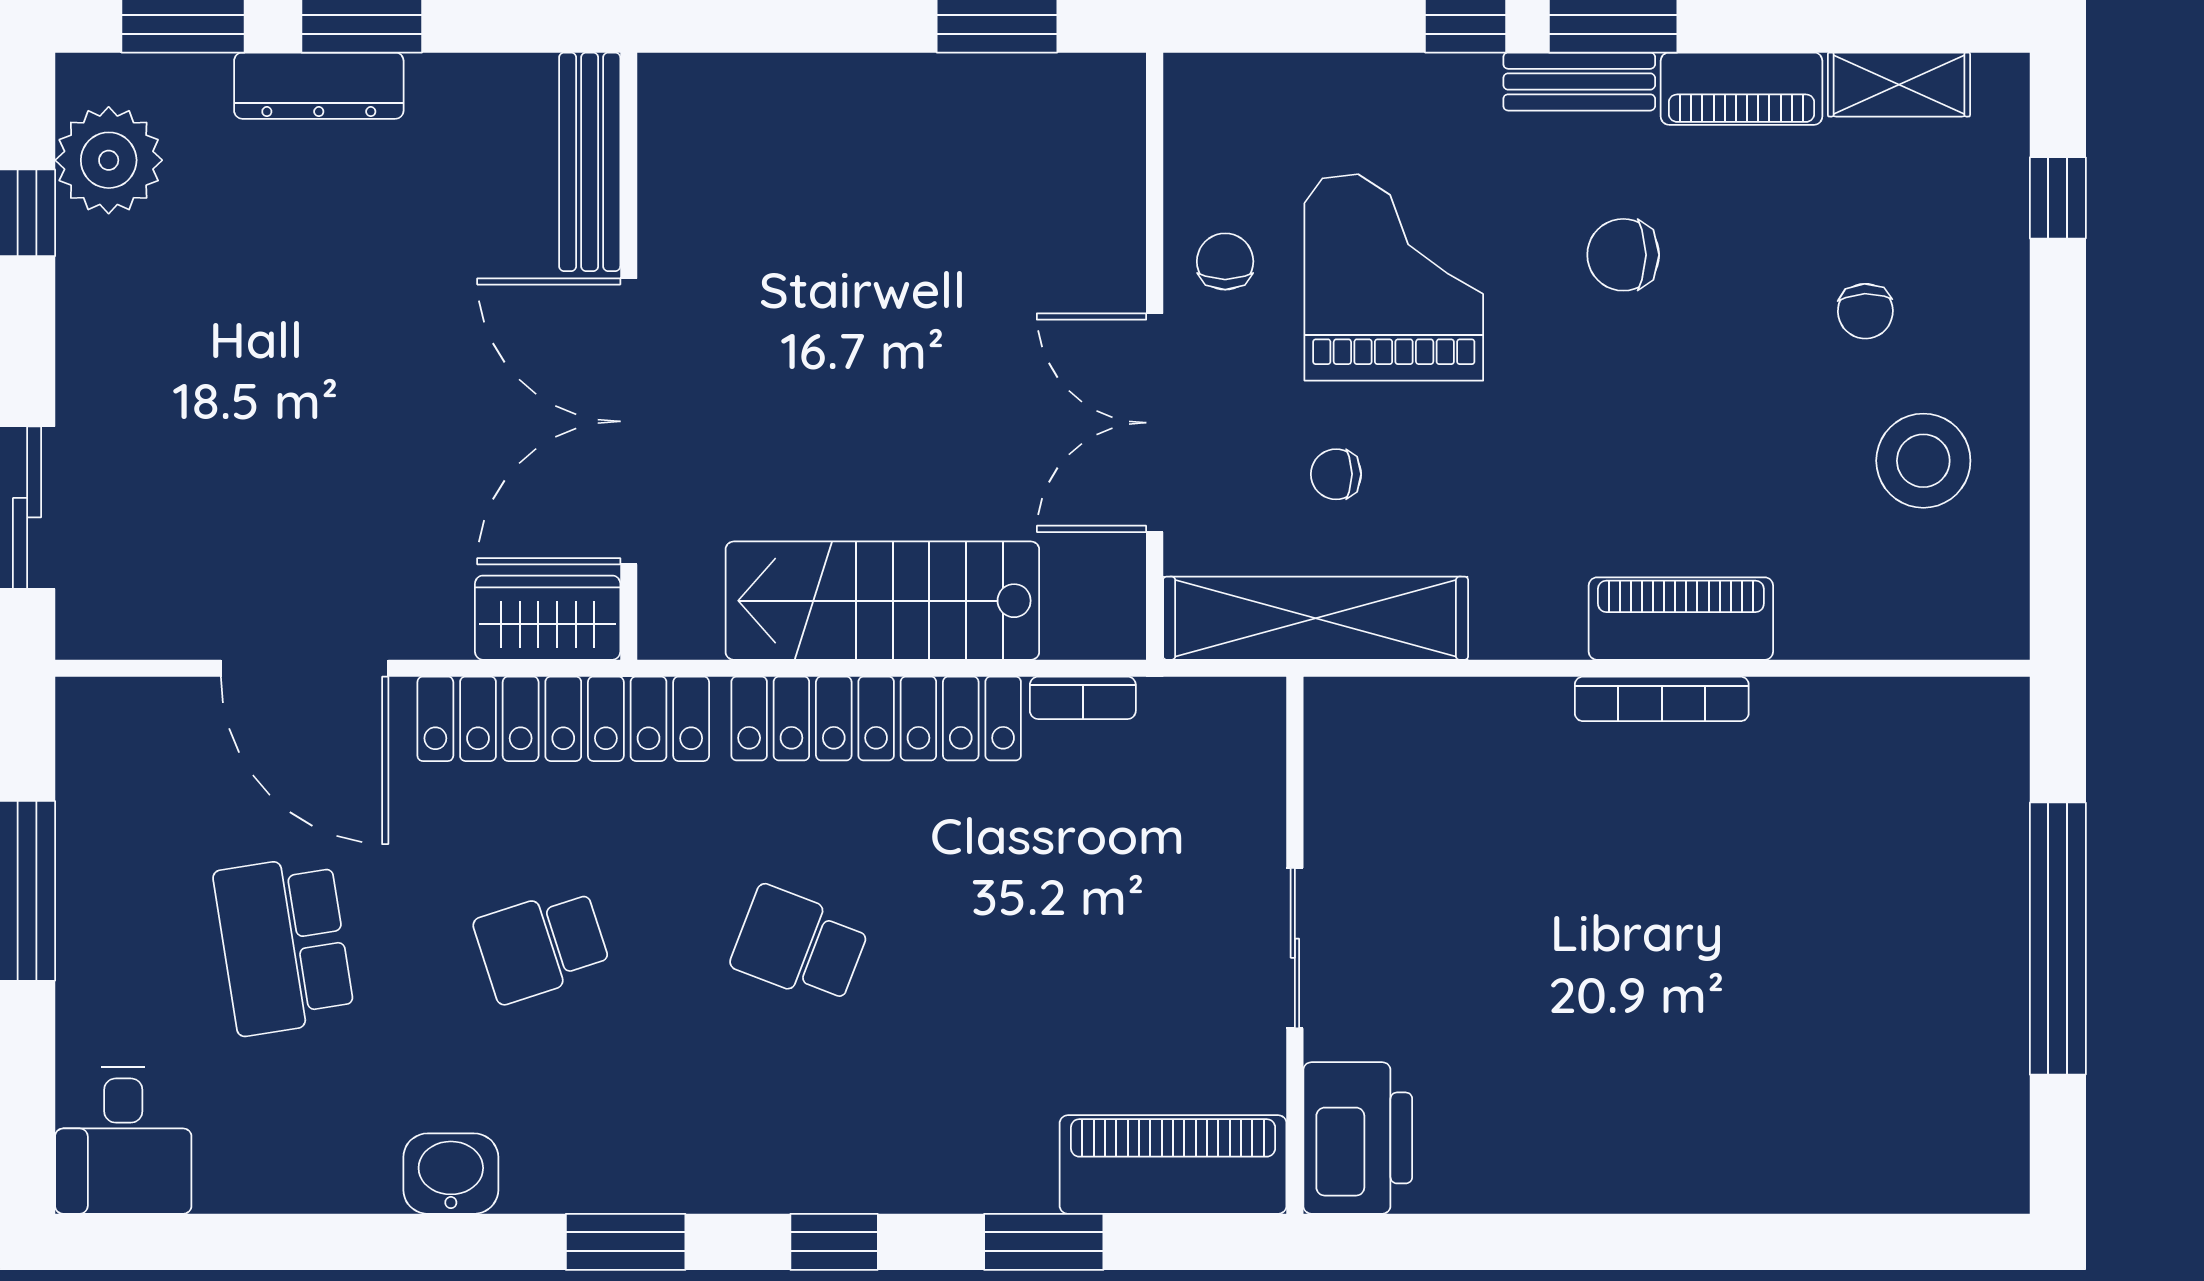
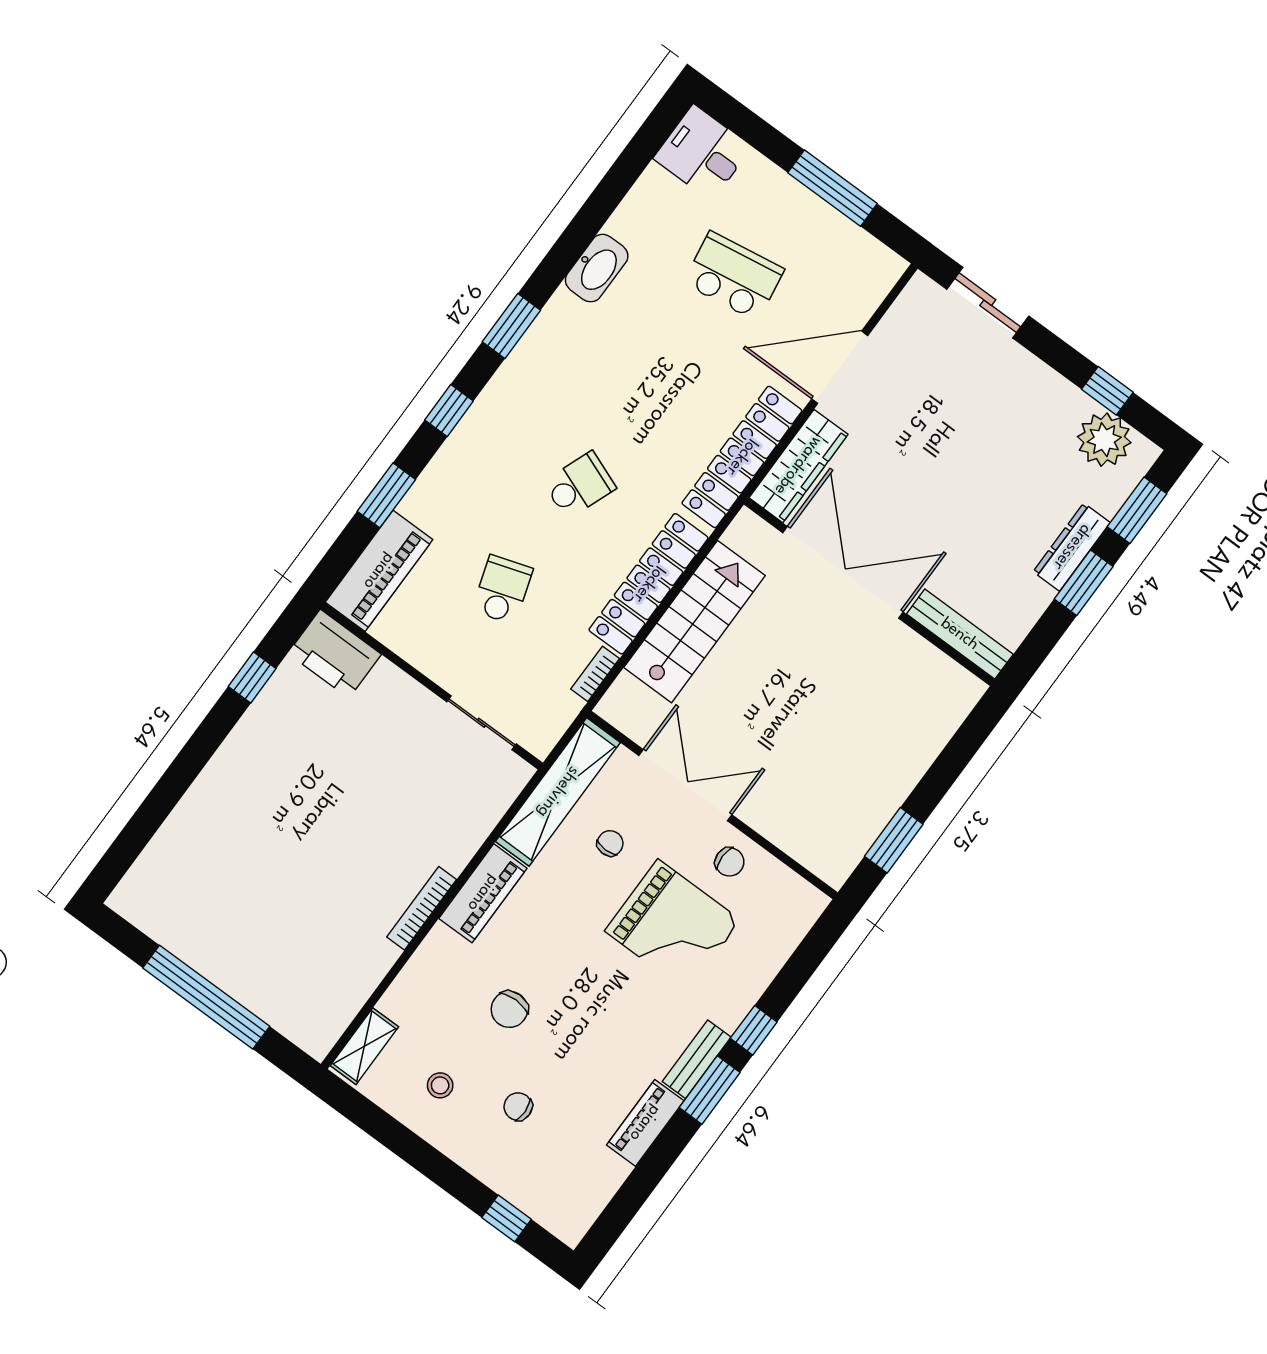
shelving: (1899, 85) -> (364, 1046), moved
chair: (1623, 255) -> (509, 1009), moved, turned 180
stool: (1923, 461) -> (440, 1085), width x0.53, depth x0.53
wardrobe: (548, 618) -> (798, 466), width x1.50
piano: (1681, 619) -> (483, 893), moved
school desk: (542, 945) -> (502, 590), moved
sliding door: (1295, 948) -> (481, 723), moved
washbasin: (451, 1174) -> (597, 268), width x1.38
window: (1493, 1242) -> (252, 677), added

